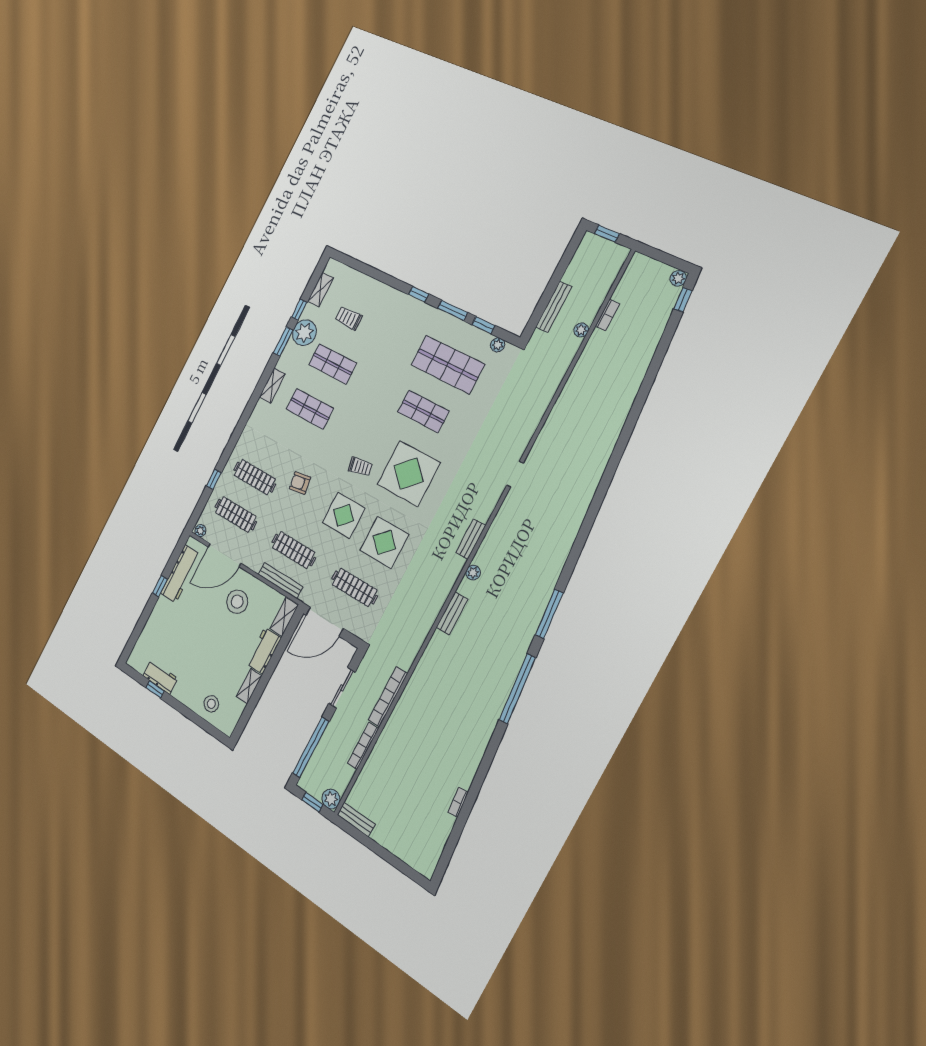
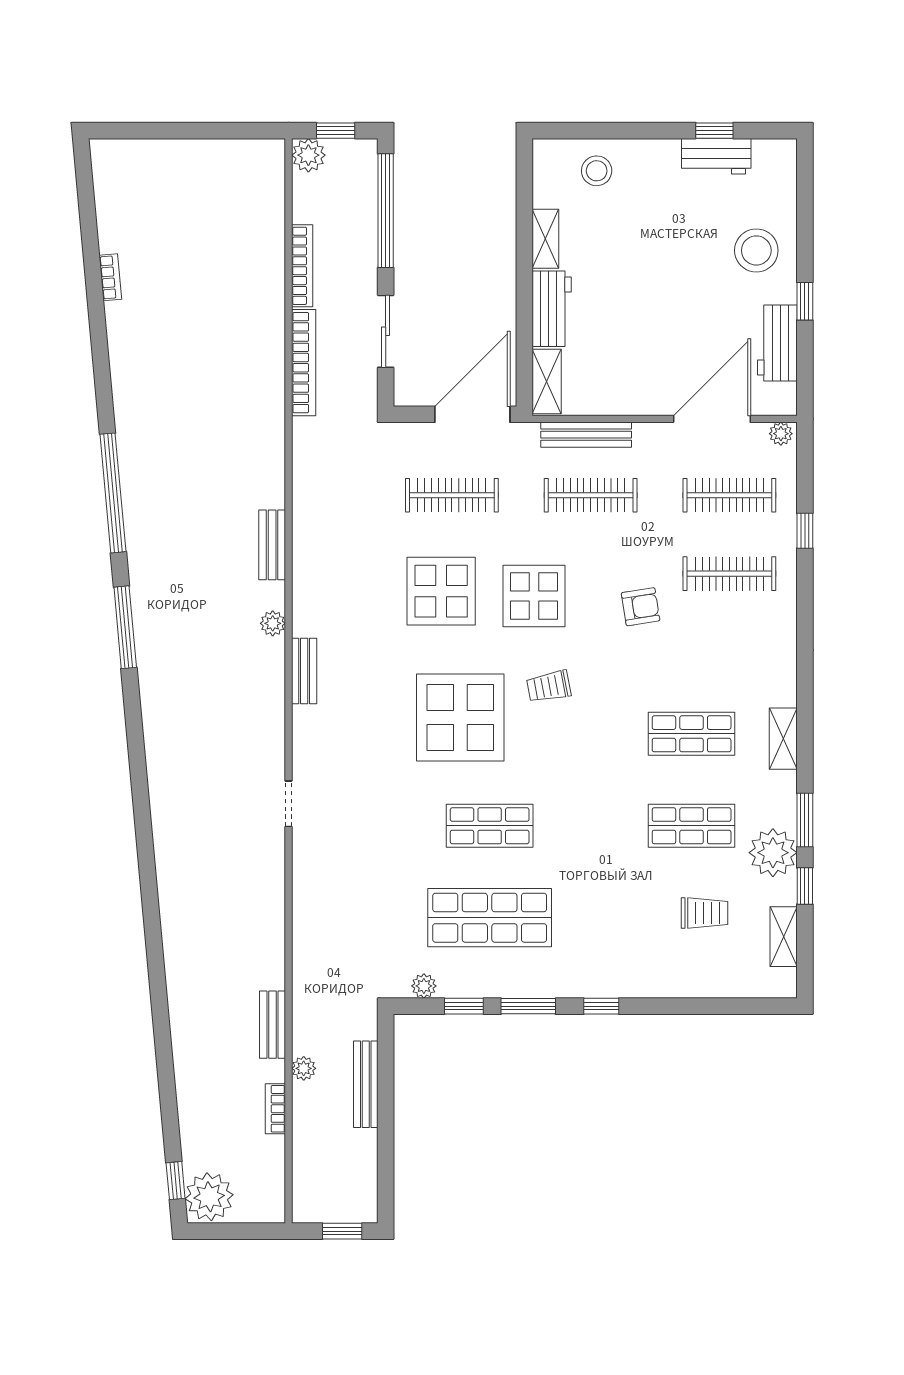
plant: (678, 278) -> (209, 1197), width x1.87, depth x1.87
workbench: (180, 574) -> (777, 343), width x0.73
stool: (237, 602) -> (756, 250), moved
bench: (356, 820) -> (273, 1025), moved, turned 90

